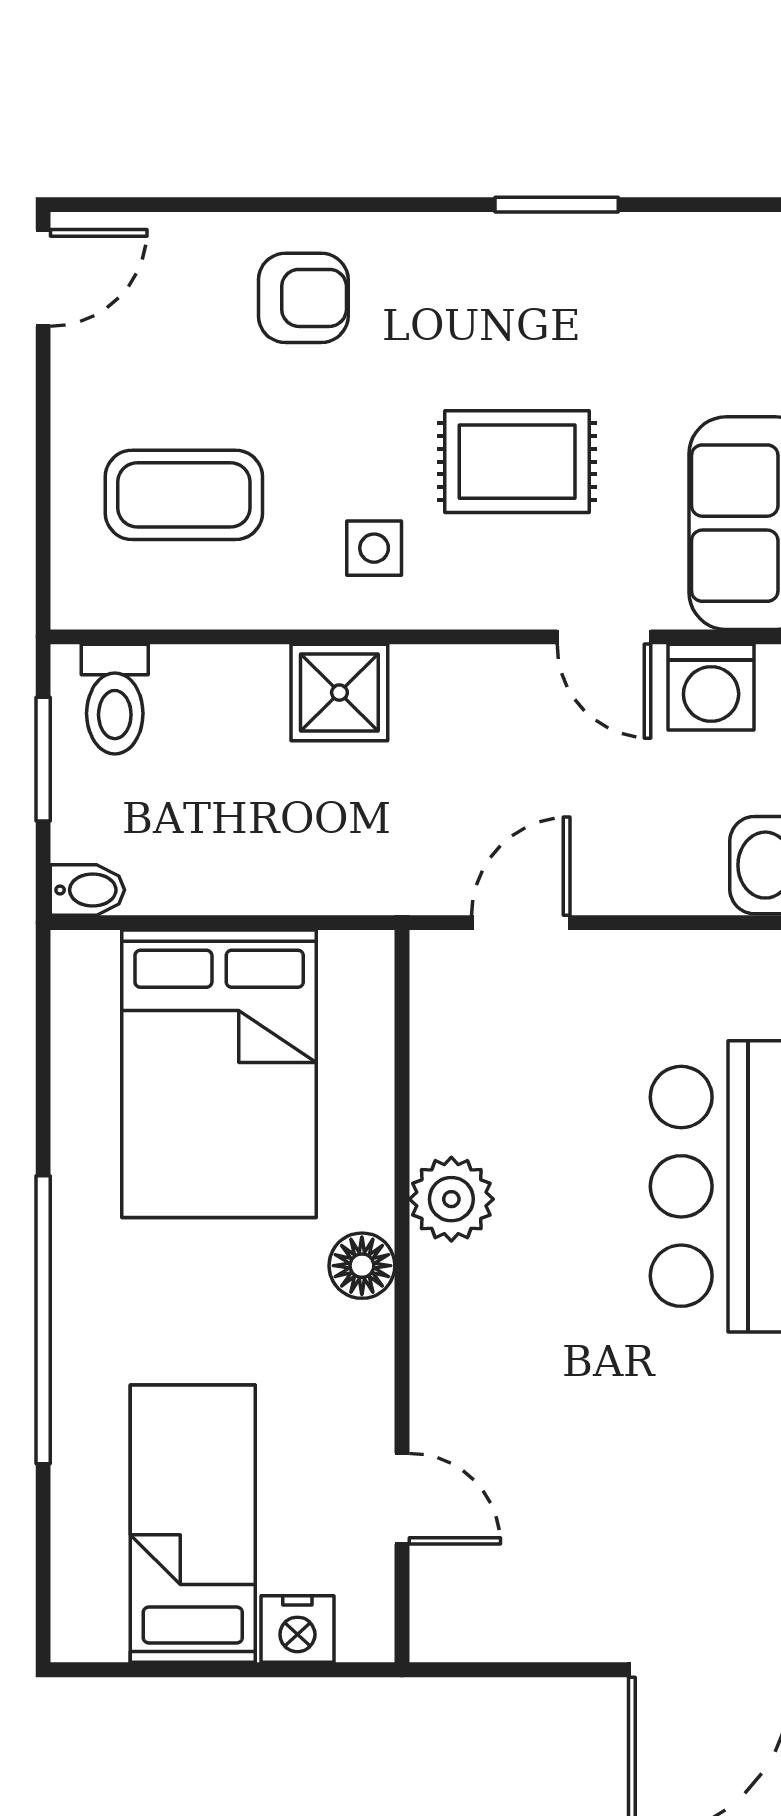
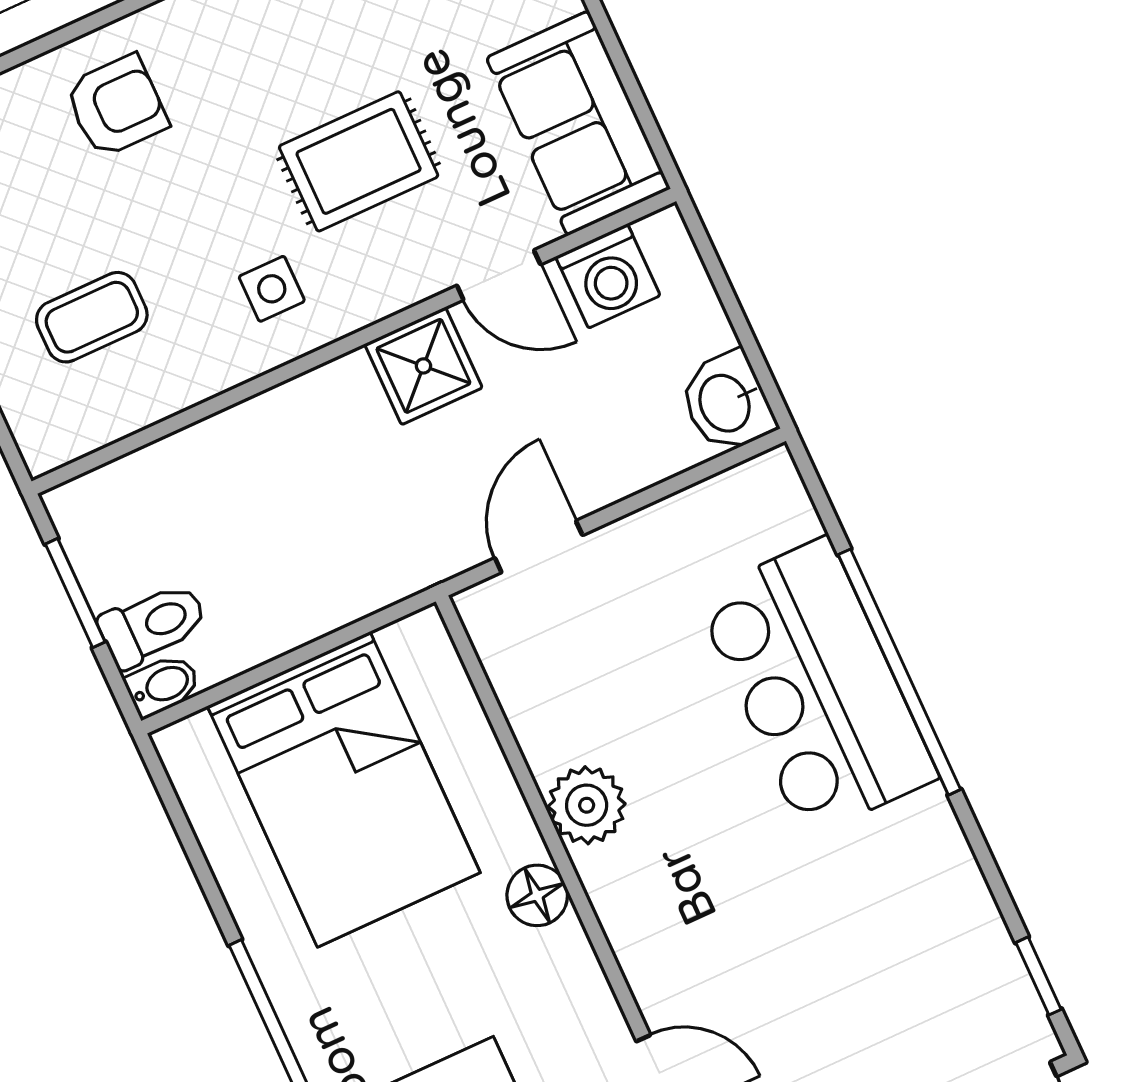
coffee table: (184, 495) -> (92, 317), width x0.73, depth x0.77
shower: (339, 693) -> (423, 366), moved
toilet: (115, 699) -> (153, 625), moved, turned -90

